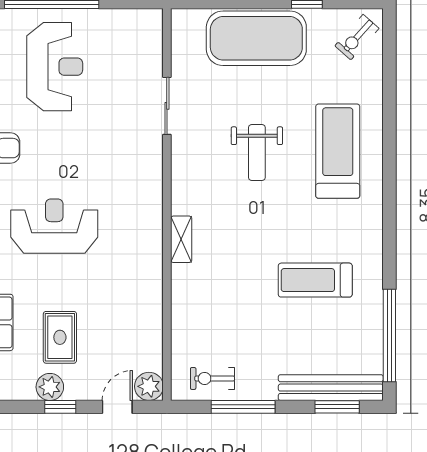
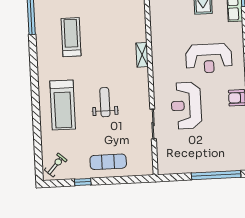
exercise mat: (256, 38) -> (108, 162), width x0.50, depth x0.69
reception desk: (55, 67) -> (186, 106), moved
treadmill: (315, 280) -> (71, 37), turned -90

